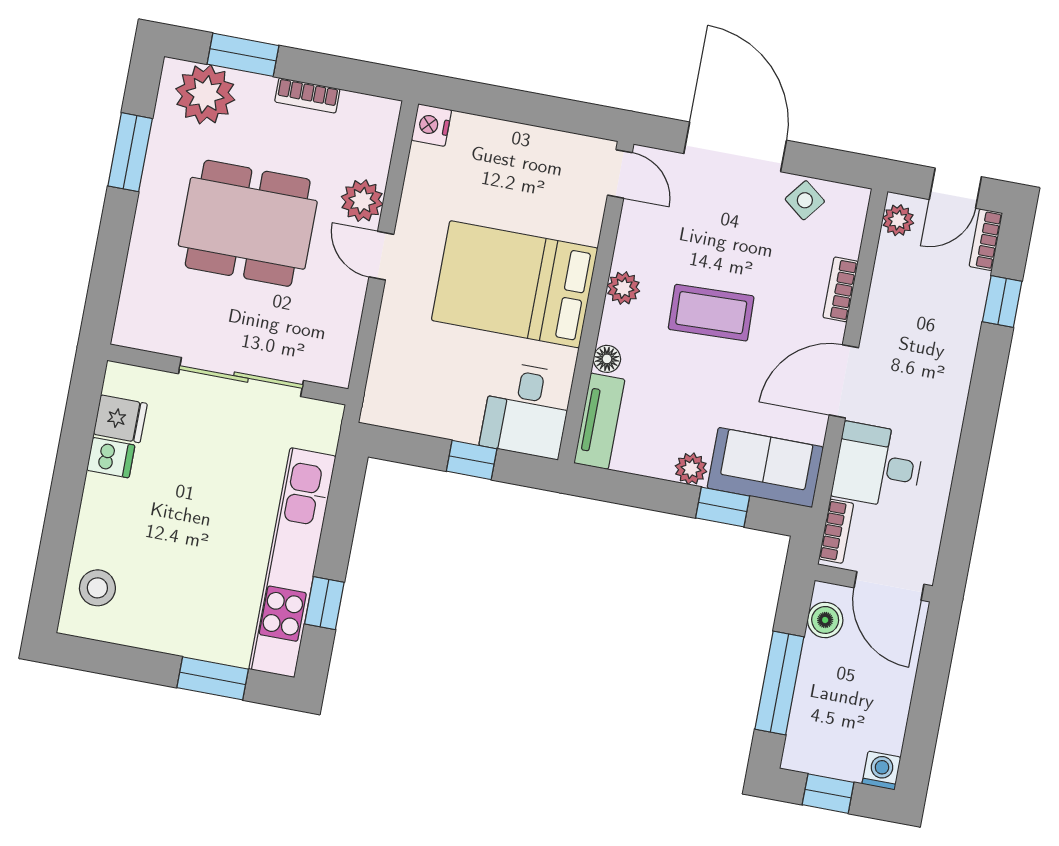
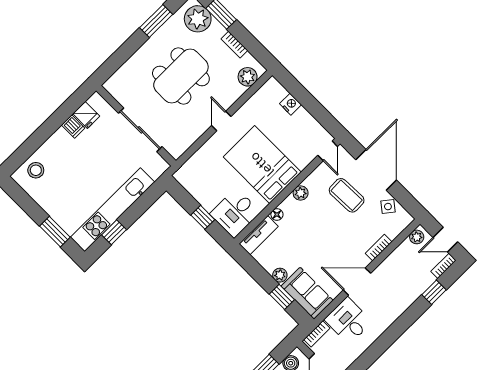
nightstand: (431, 125) -> (290, 104), moved, turned 90
plant: (362, 201) -> (248, 77), moved
dining table: (248, 223) -> (181, 76), turned 90
coffee table: (711, 313) -> (347, 195), moved

